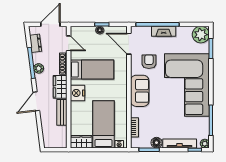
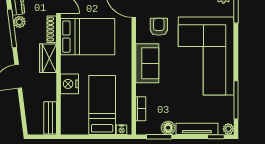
plant: (39, 68) -> (19, 22), moved
bed: (92, 70) -> (88, 37), width x1.50
nightstand: (77, 93) -> (70, 84), moved
bench: (62, 112) -> (50, 118), moved
wardrobe: (81, 142) -> (74, 127), removed

